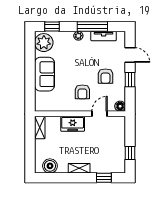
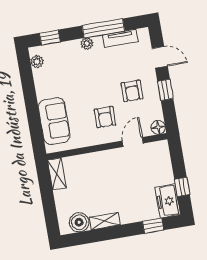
plant: (44, 43) -> (37, 62), width x0.53, depth x0.53
sofa: (44, 74) -> (54, 121), moved
freezer: (73, 124) -> (168, 201), moved, turned 90
shelving: (79, 168) -> (105, 221), moved

